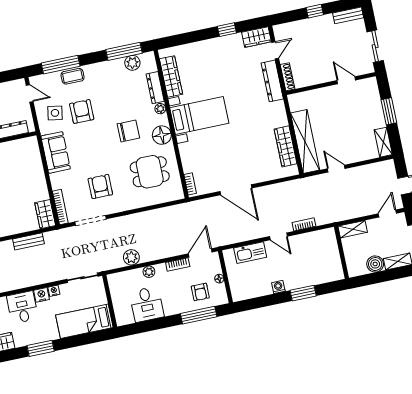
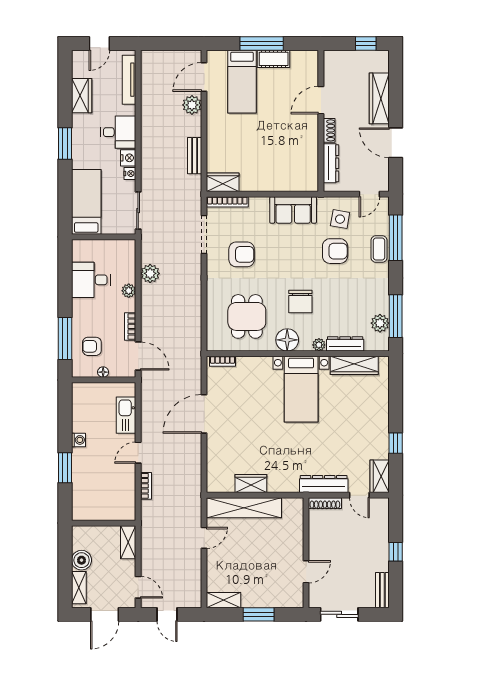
wardrobe: (286, 146) -> (251, 484), width x0.67

